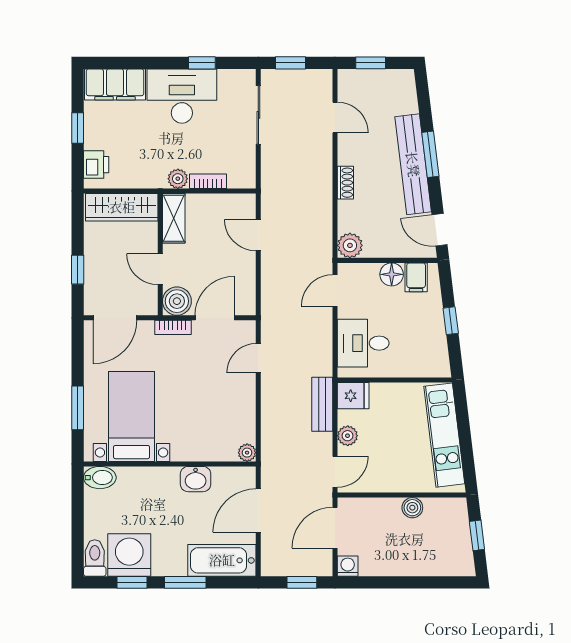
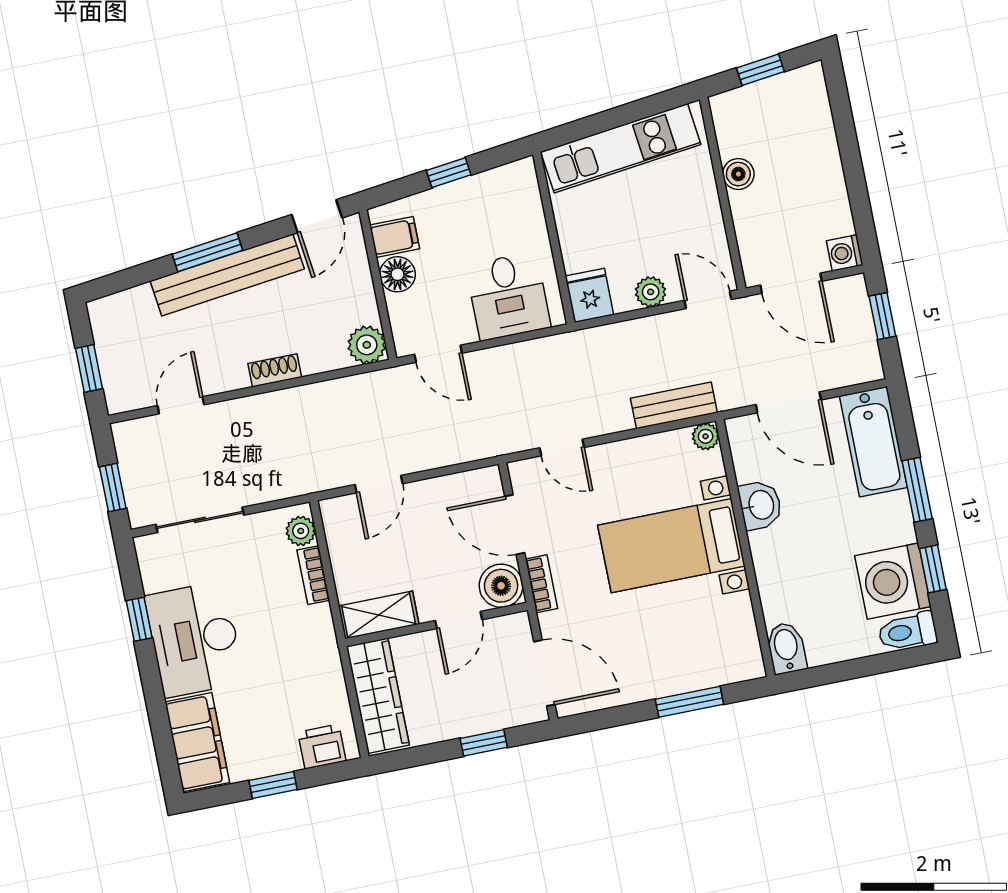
plant: (178, 179) -> (301, 531), moved
bench: (322, 404) -> (674, 405), moved
bed with nightstands: (132, 416) -> (672, 546), moved

